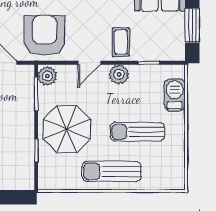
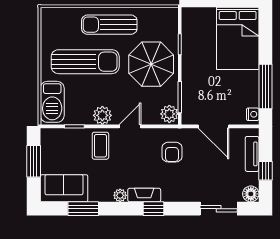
armchair: (45, 35) -> (172, 152), width x0.53, depth x0.53
barbecue: (175, 95) -> (52, 102), width x1.37, depth x1.21
sun lounger: (137, 132) -> (85, 62), width x1.36, depth x1.34
sun lounger: (111, 171) -> (109, 25), turned 180

